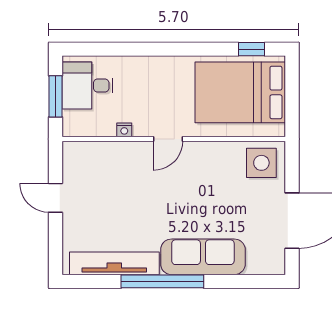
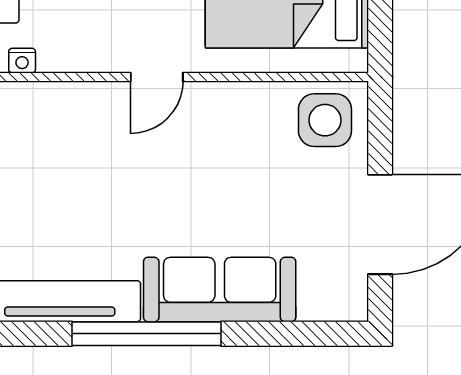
nightstand: (124, 130) -> (22, 61), moved

